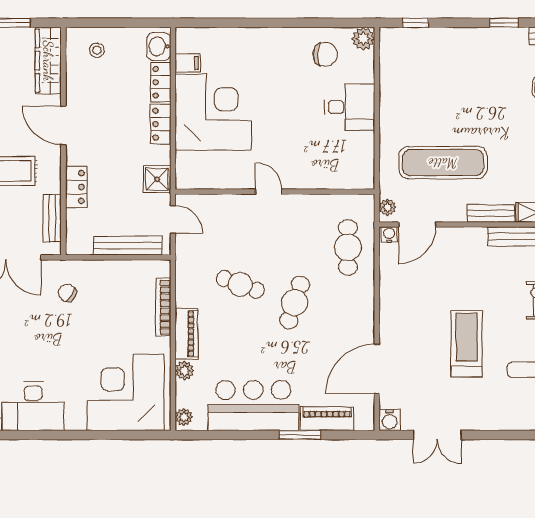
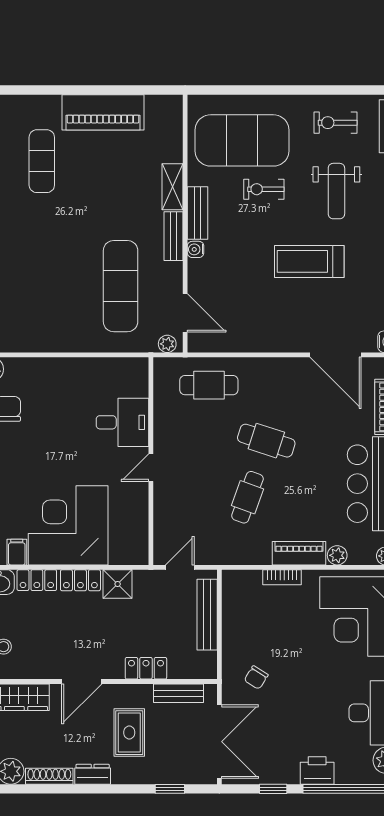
desk: (350, 107) -> (122, 422), moved, turned 90
shower: (157, 179) -> (118, 584), moved
water cooler: (389, 235) -> (196, 249), moved
bookcase: (163, 307) -> (282, 577), width x0.64

